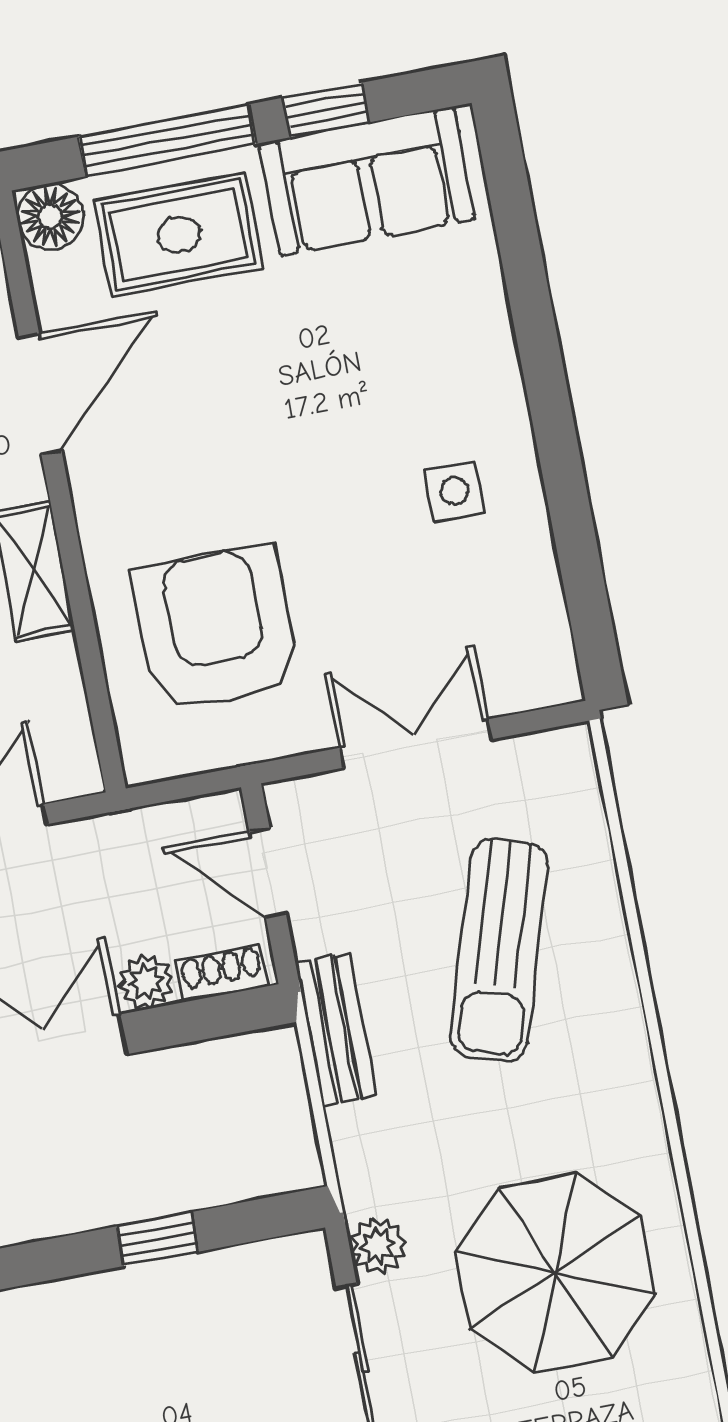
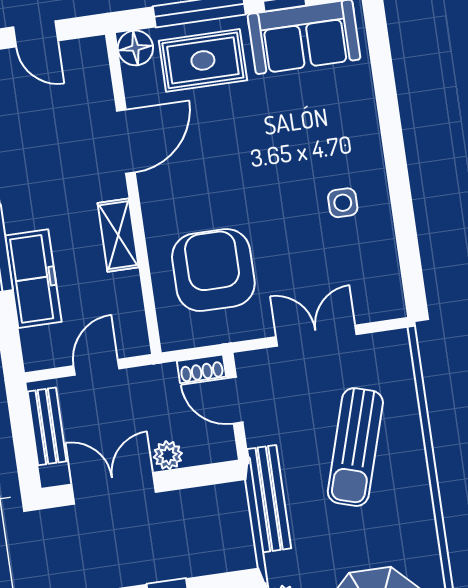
shoe rack: (222, 973) -> (201, 369), moved, turned 180
bench: (336, 1029) -> (269, 499), width x1.36

